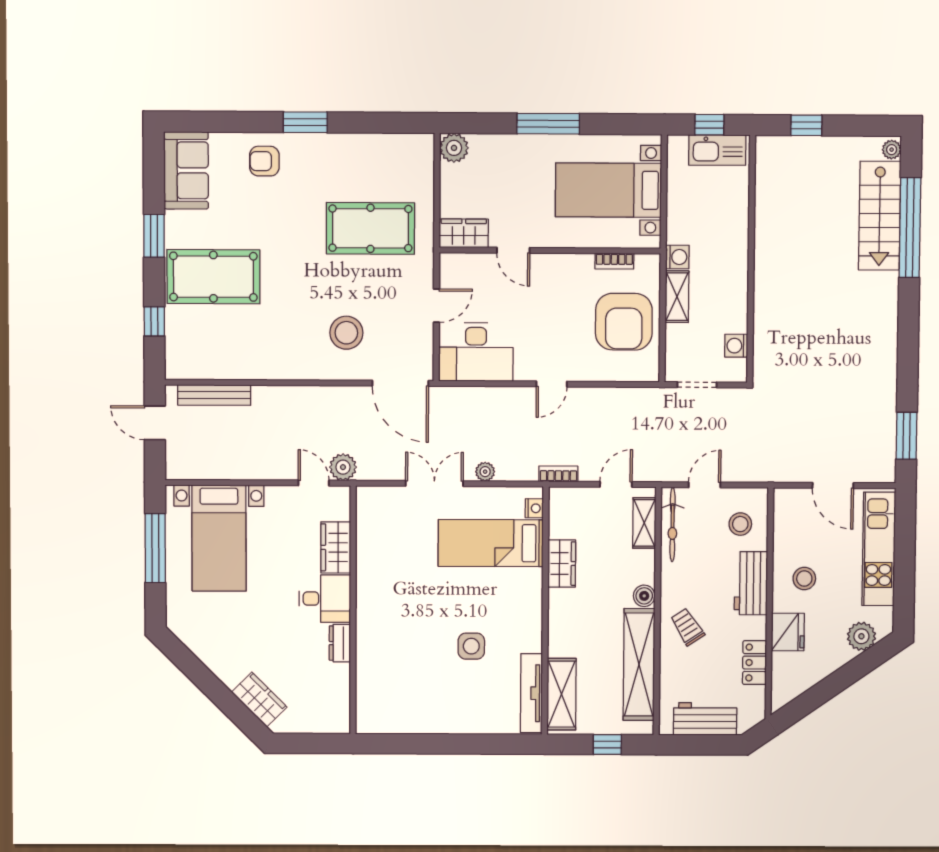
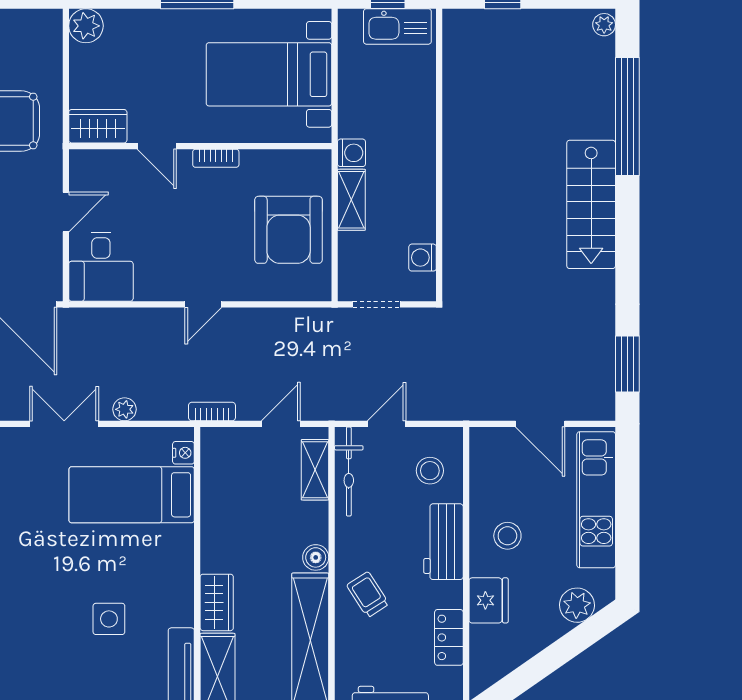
stairs: (880, 216) -> (591, 204), moved
bookcase: (614, 261) -> (216, 158), moved
desk: (476, 352) -> (101, 267), width x0.73
wardrobe: (562, 564) -> (217, 602), moved

